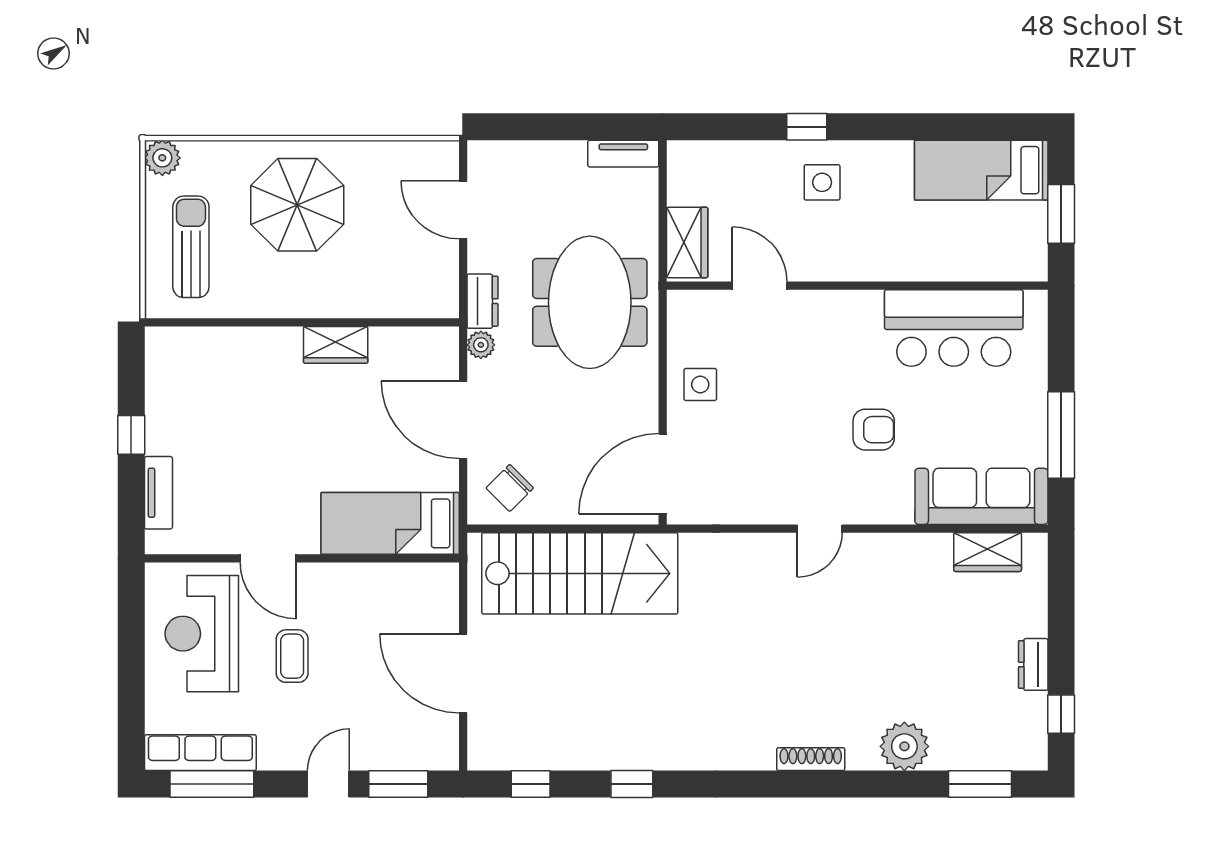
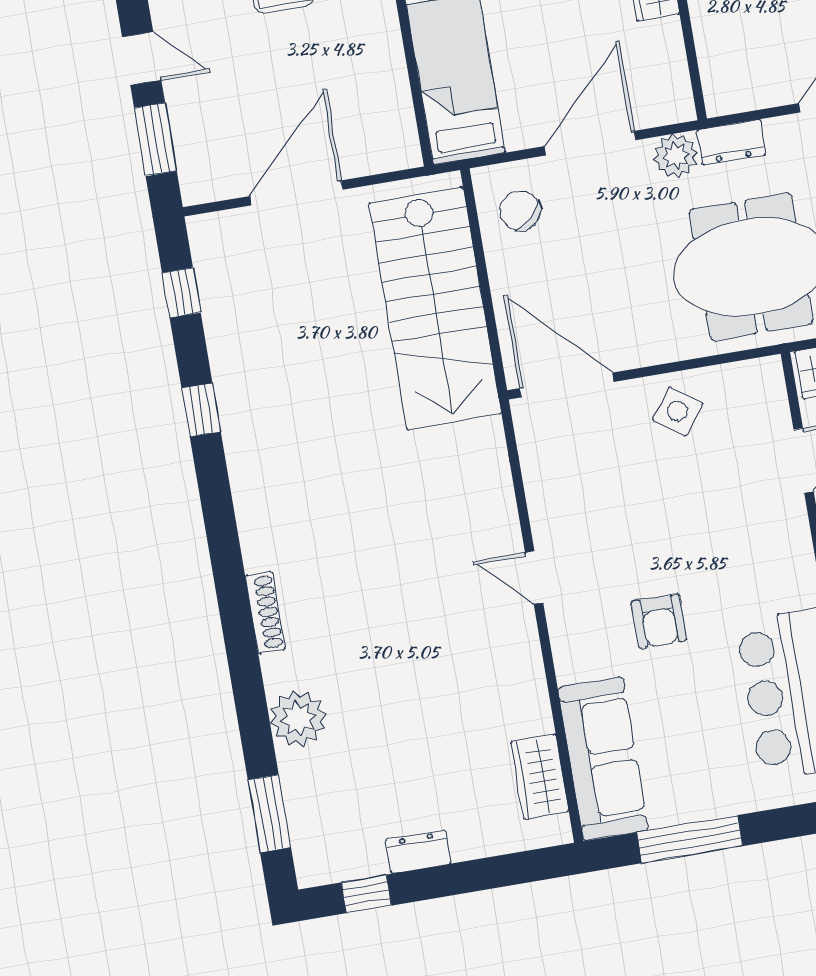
plant: (481, 345) -> (676, 156), width x1.38, depth x1.38
side table: (700, 384) -> (678, 411), turned 37

